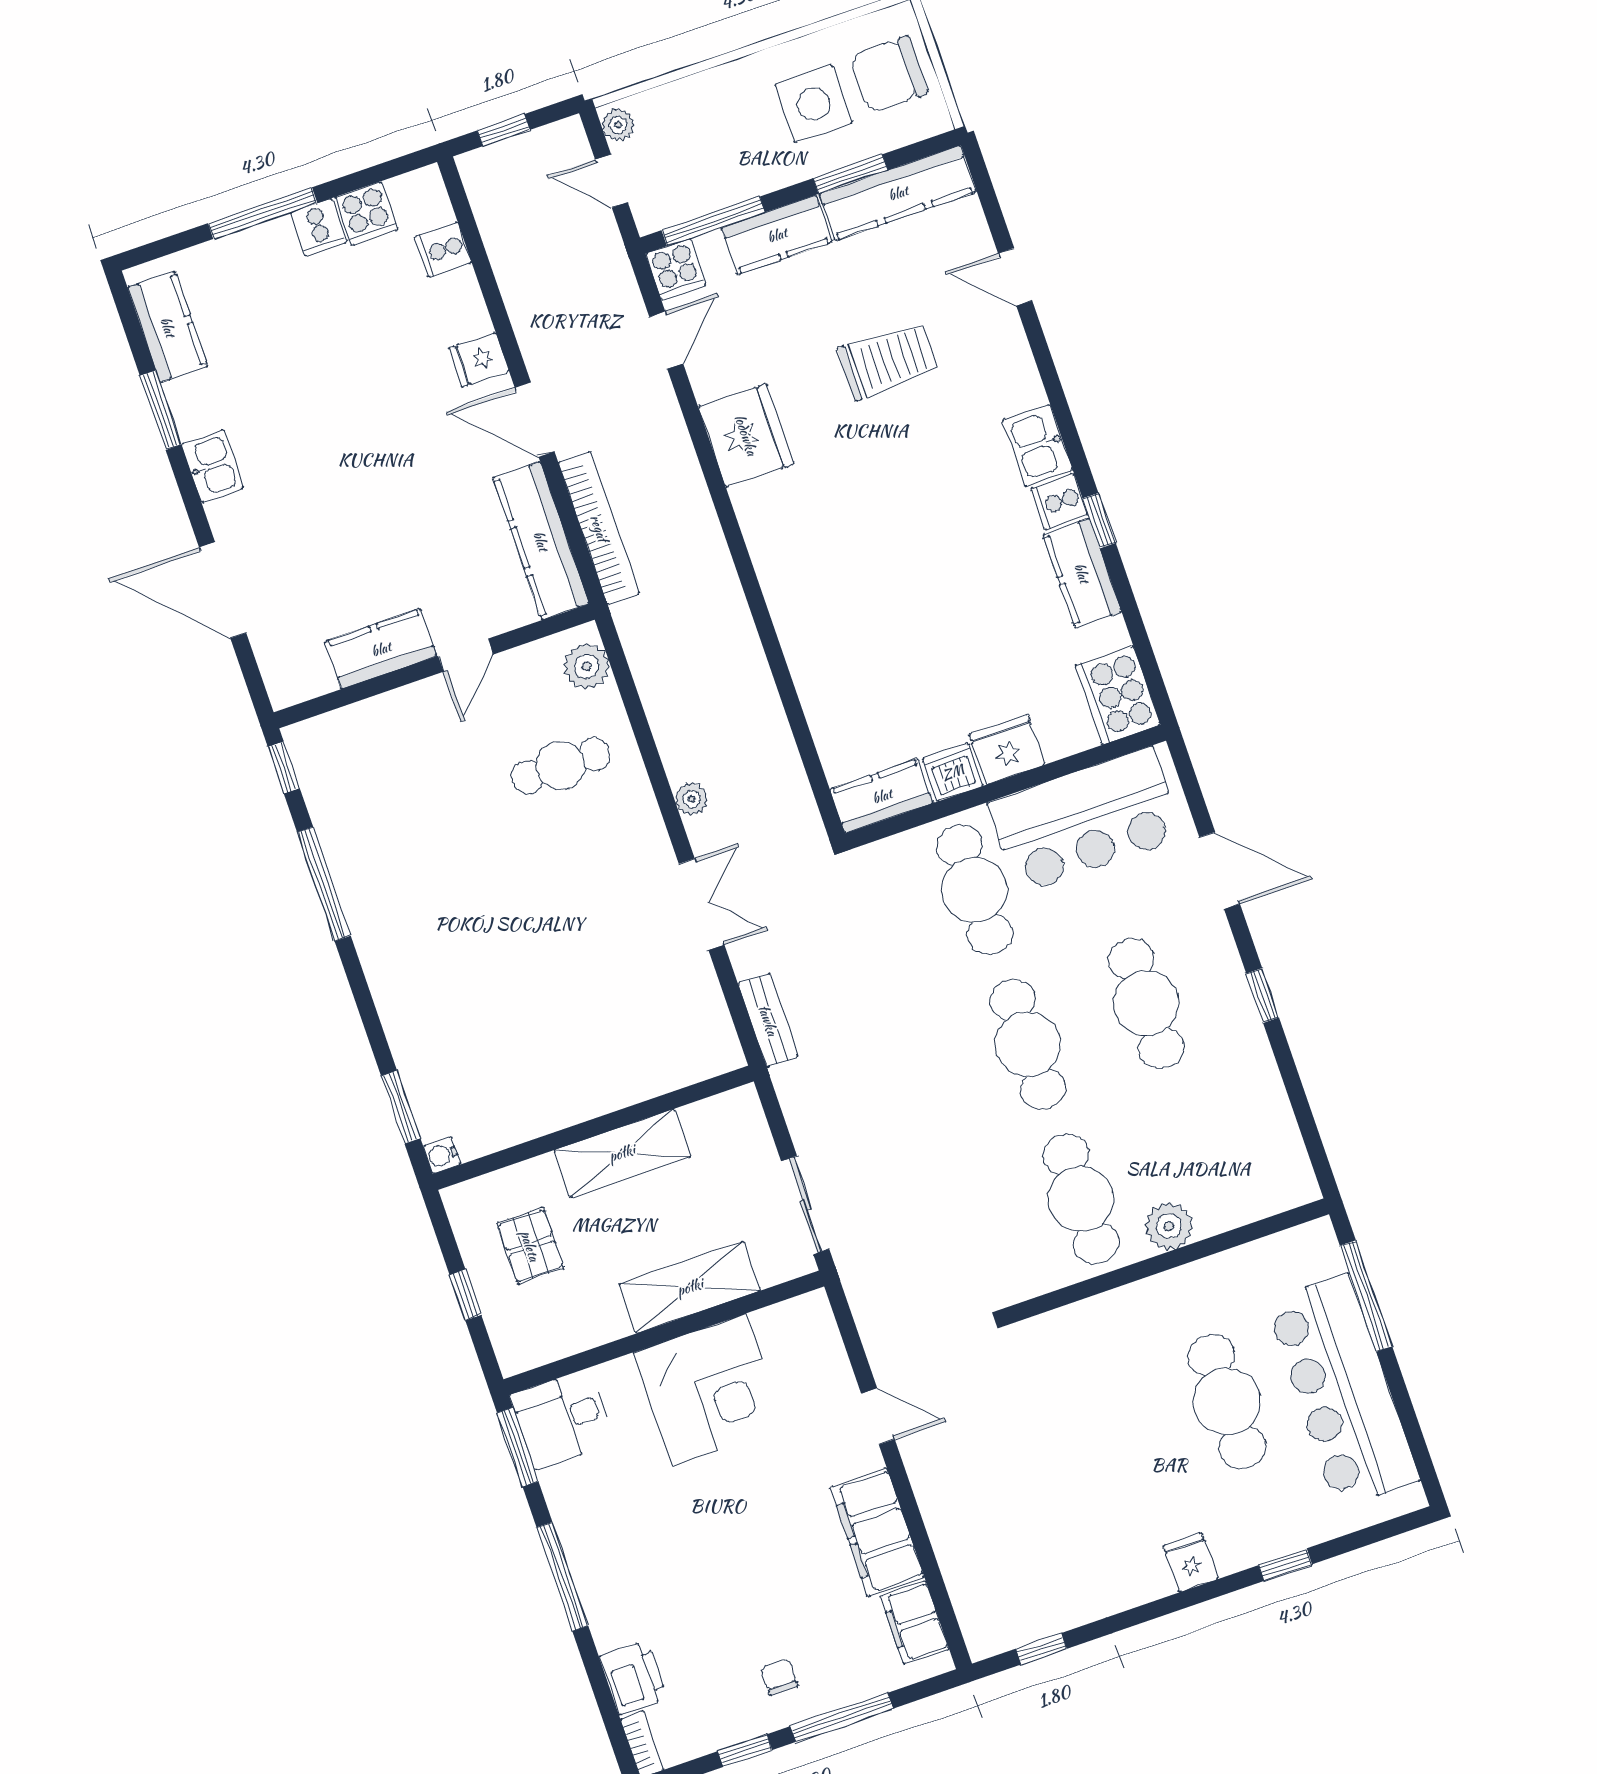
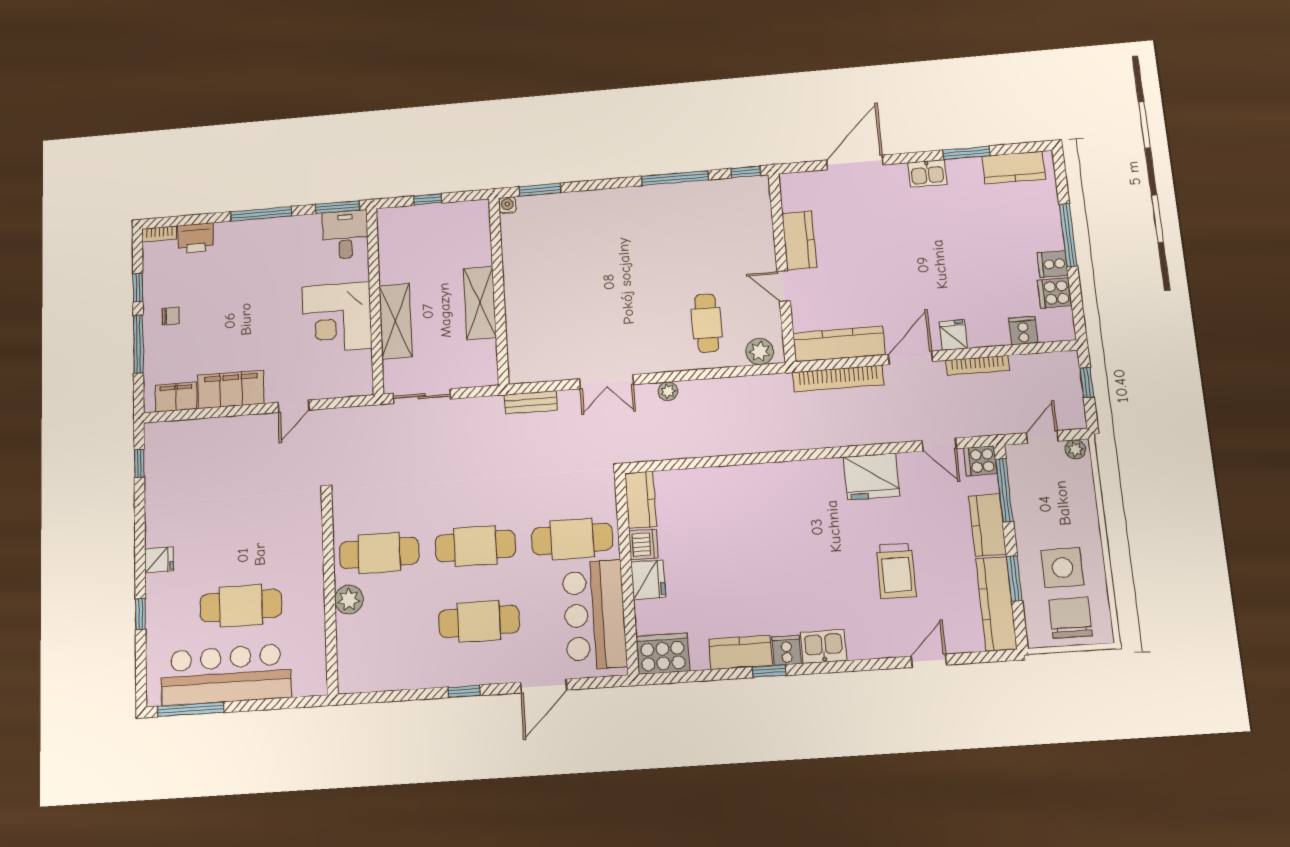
bookcase: (520, 310) -> (977, 365), added
pallet: (530, 1246) -> (444, 241), removed
window: (1366, 1296) -> (190, 709), moved

